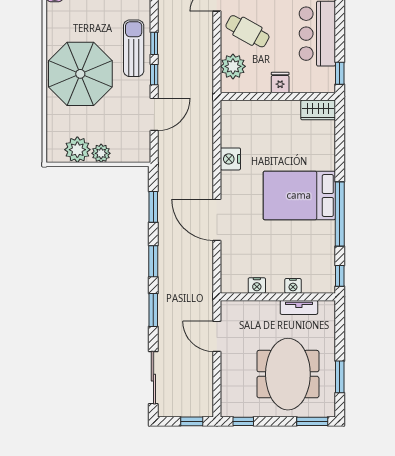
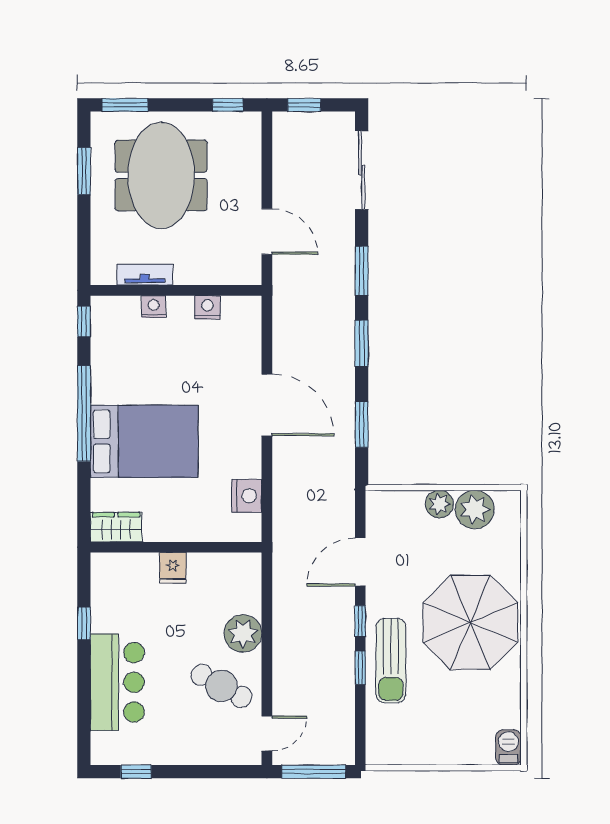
fridge: (280, 83) -> (173, 568), moved
wall: (278, 96) -> (176, 547), moved
wardrobe: (318, 110) -> (116, 527), moved

